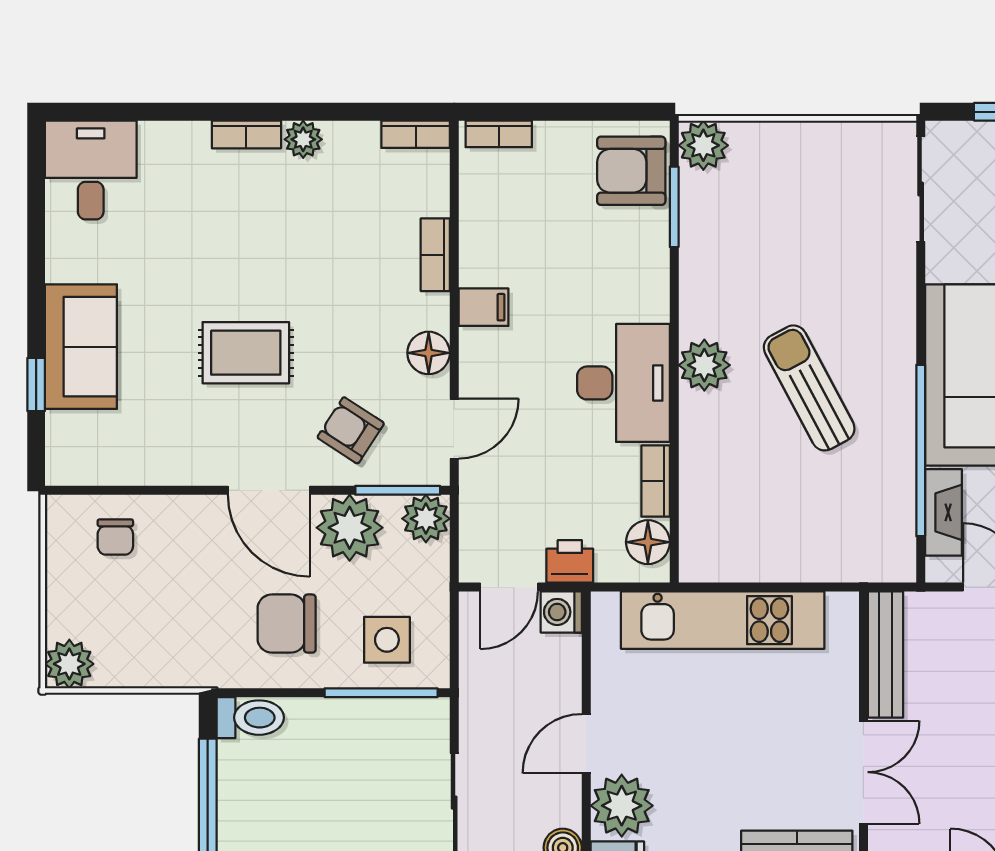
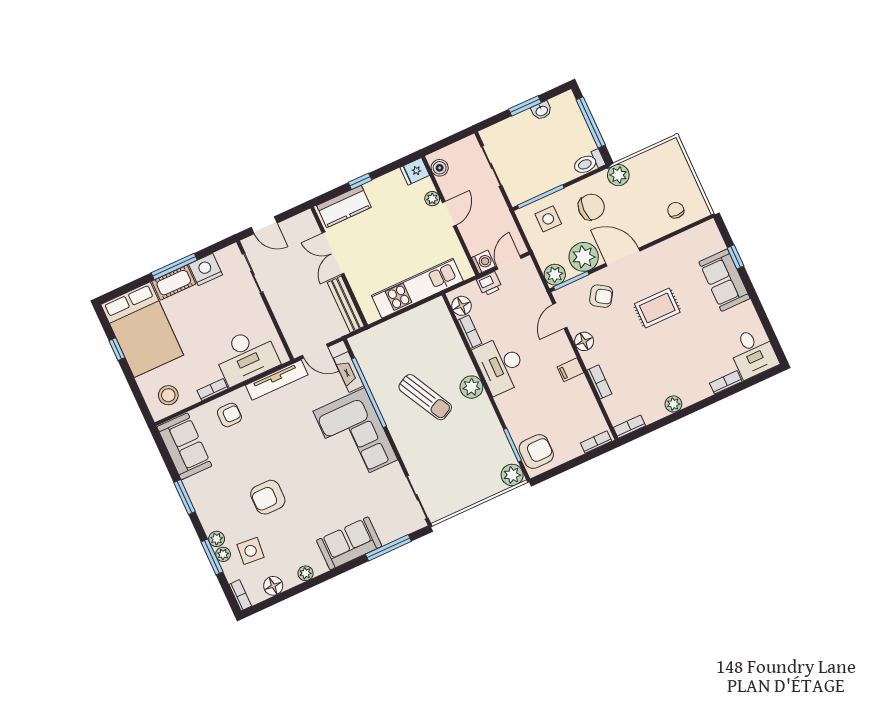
bookcase: (246, 134) -> (726, 382), moved
plant: (69, 664) -> (618, 175), moved
plant: (622, 806) -> (432, 199), width x0.53, depth x0.53

